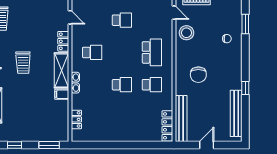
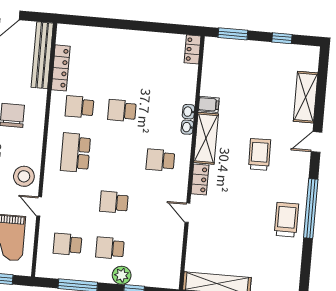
locker: (76, 119) -> (193, 49), moved
locker: (167, 126) -> (61, 68), moved

